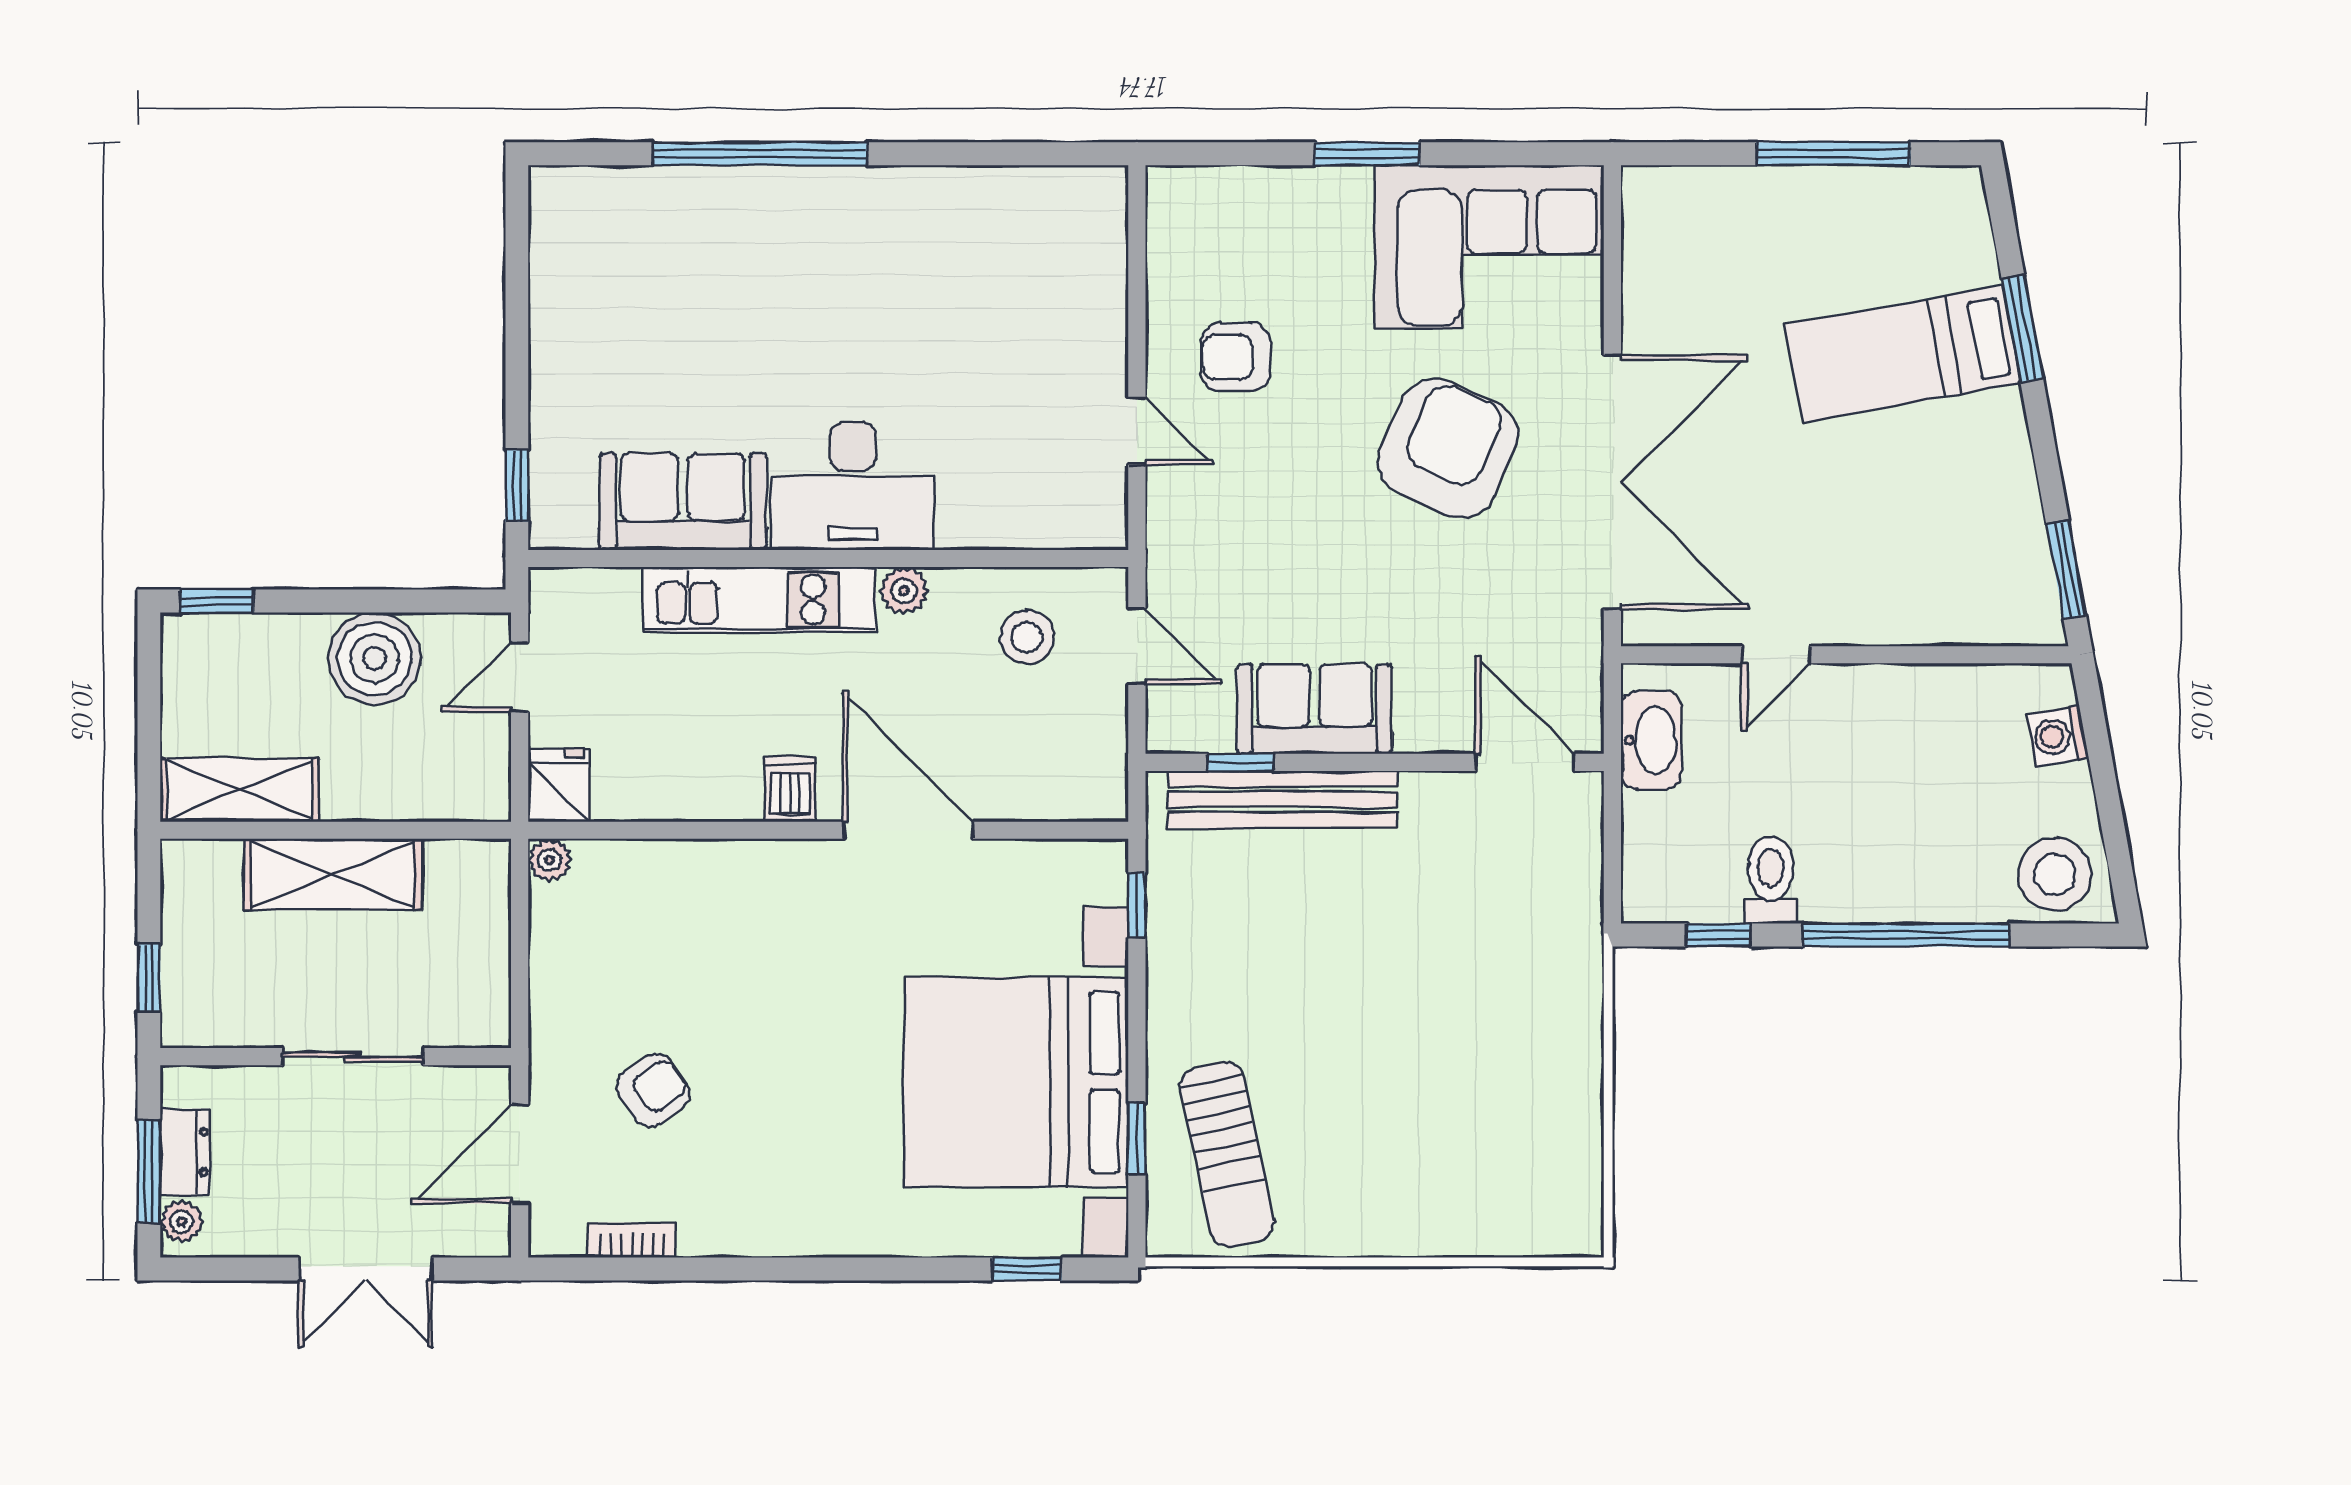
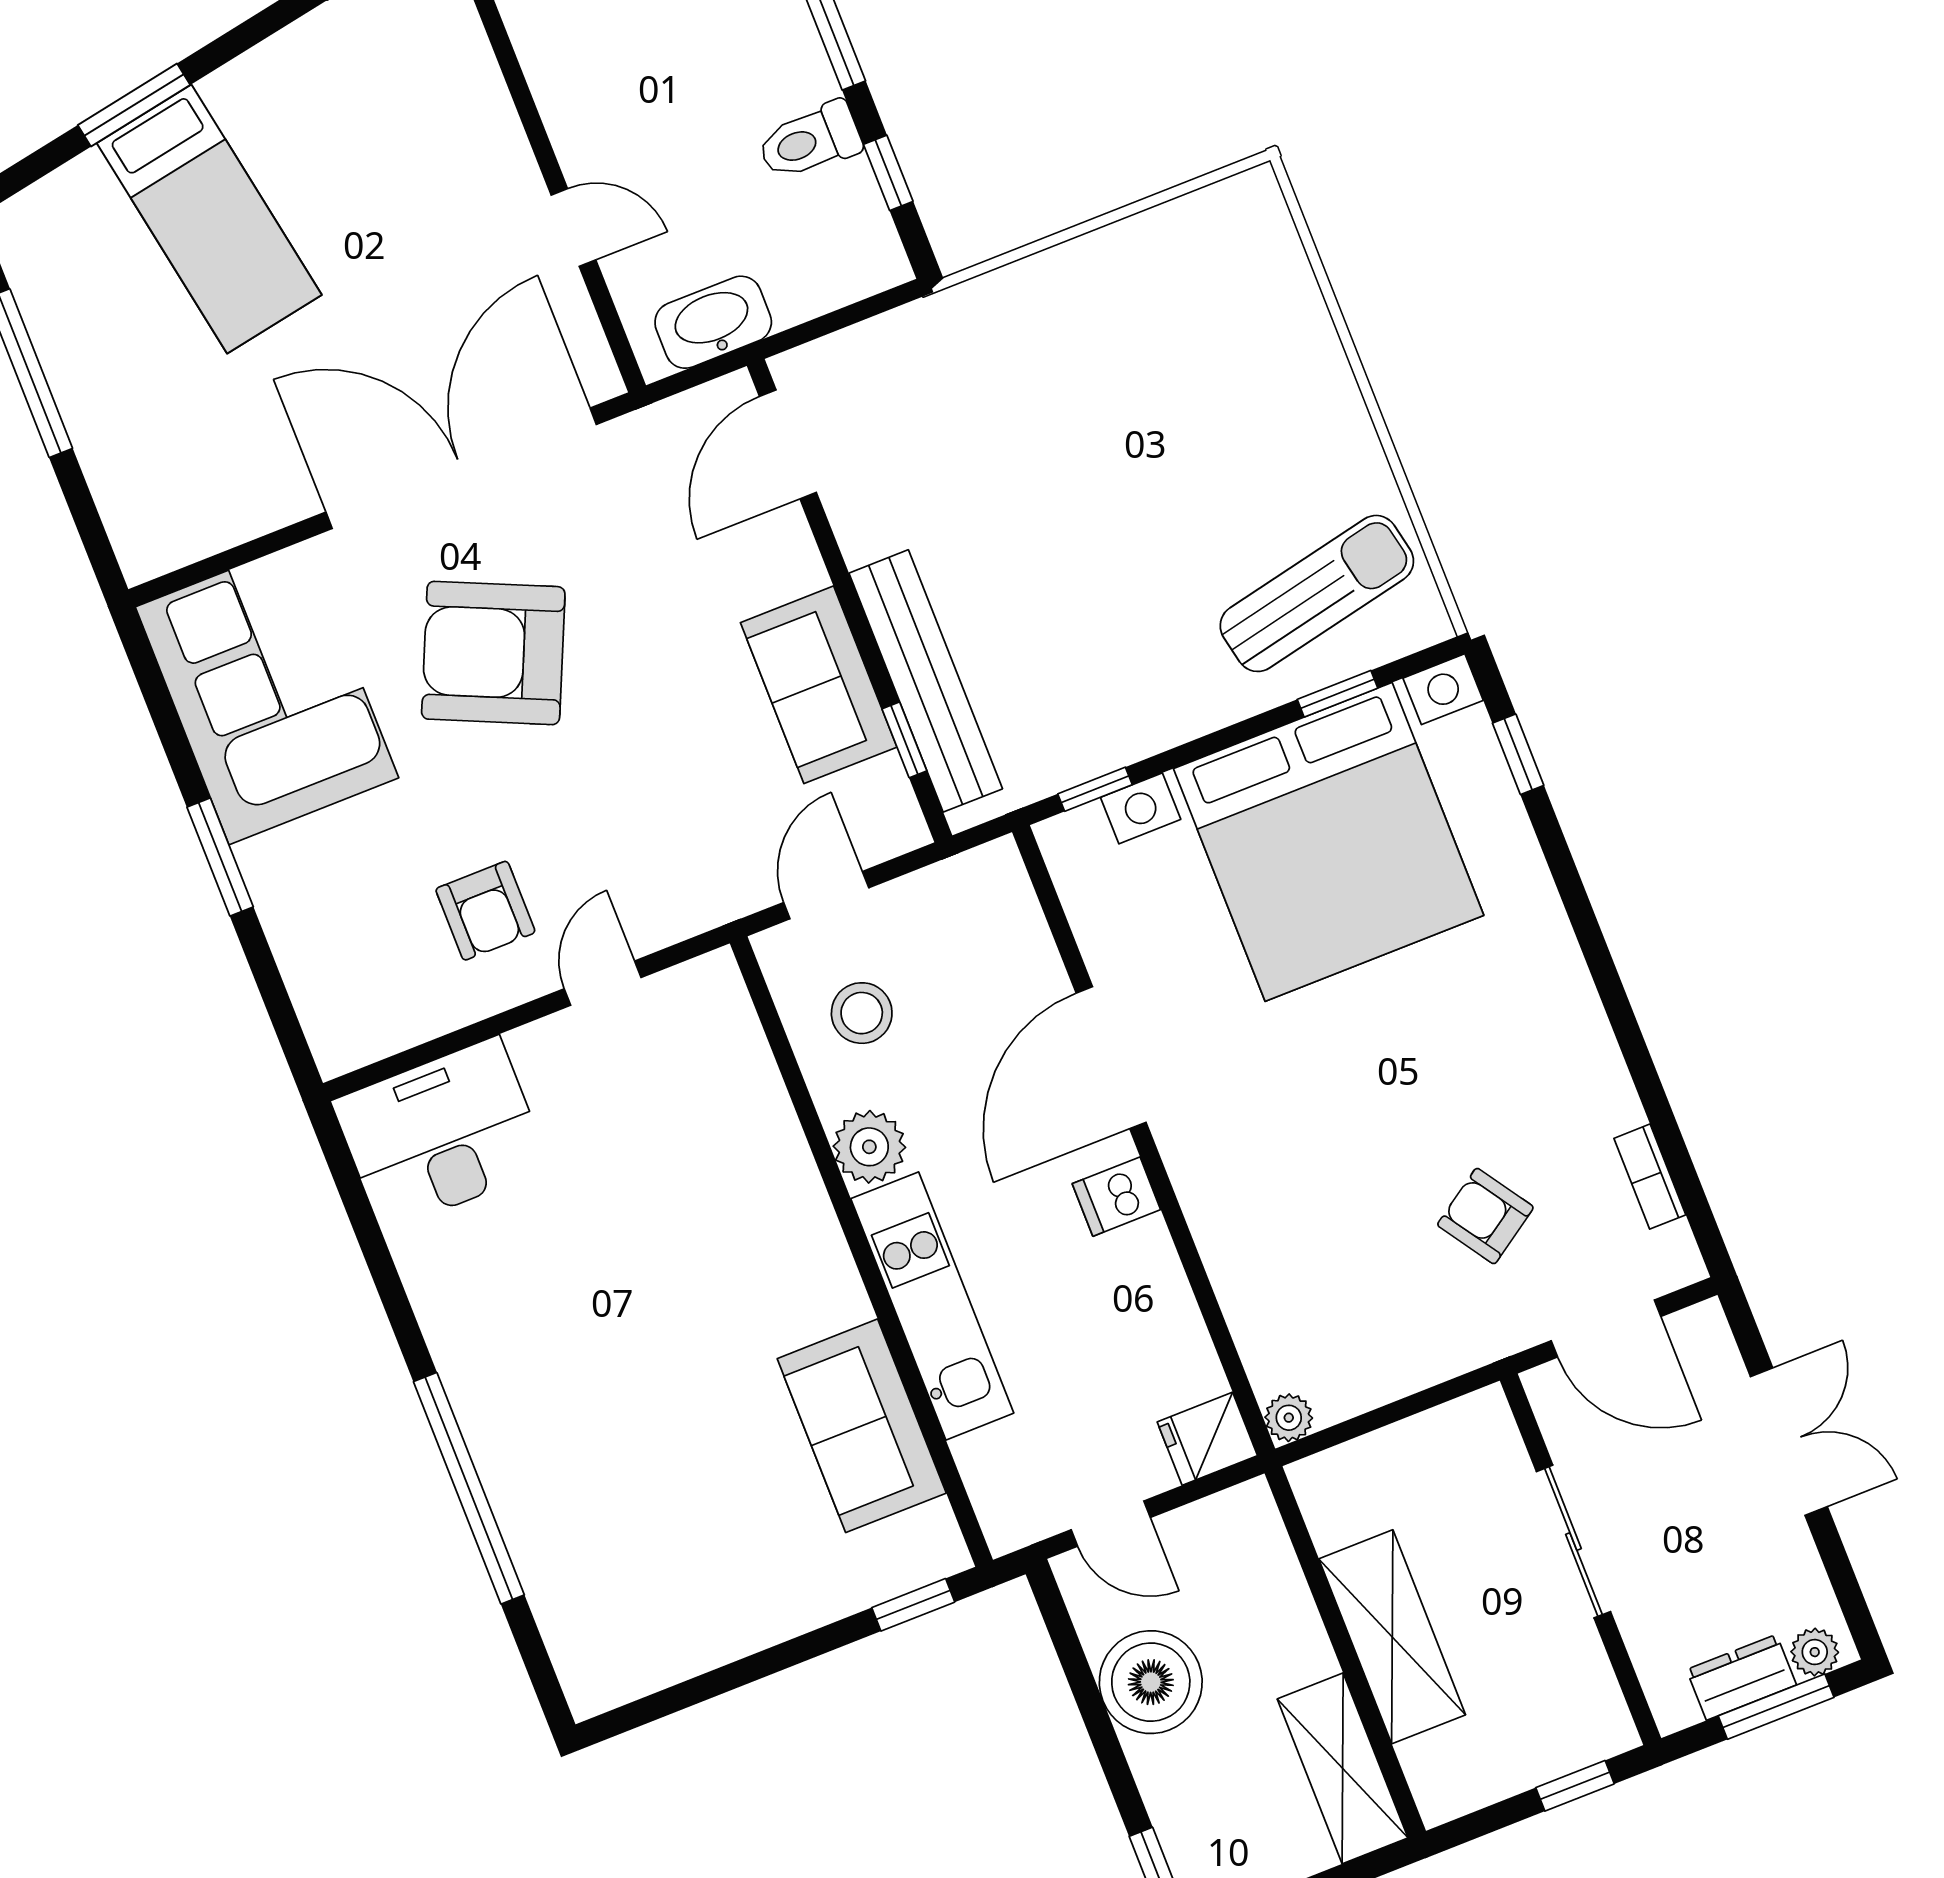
desk: (853, 486) -> (441, 1134), moved, turned -90
plant: (904, 591) -> (869, 1147), width x1.38, depth x1.38

